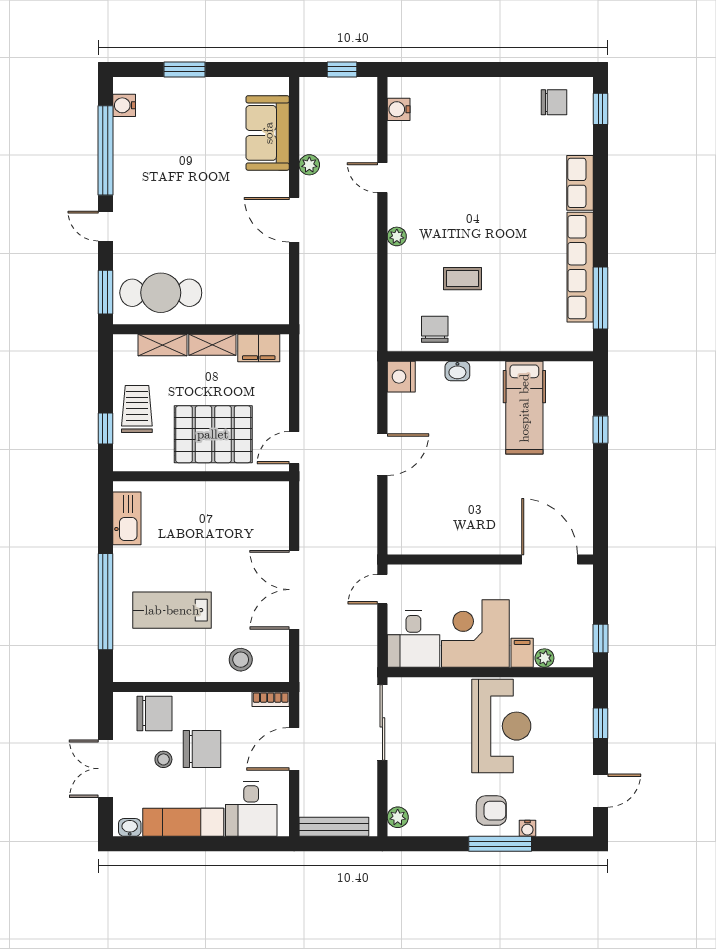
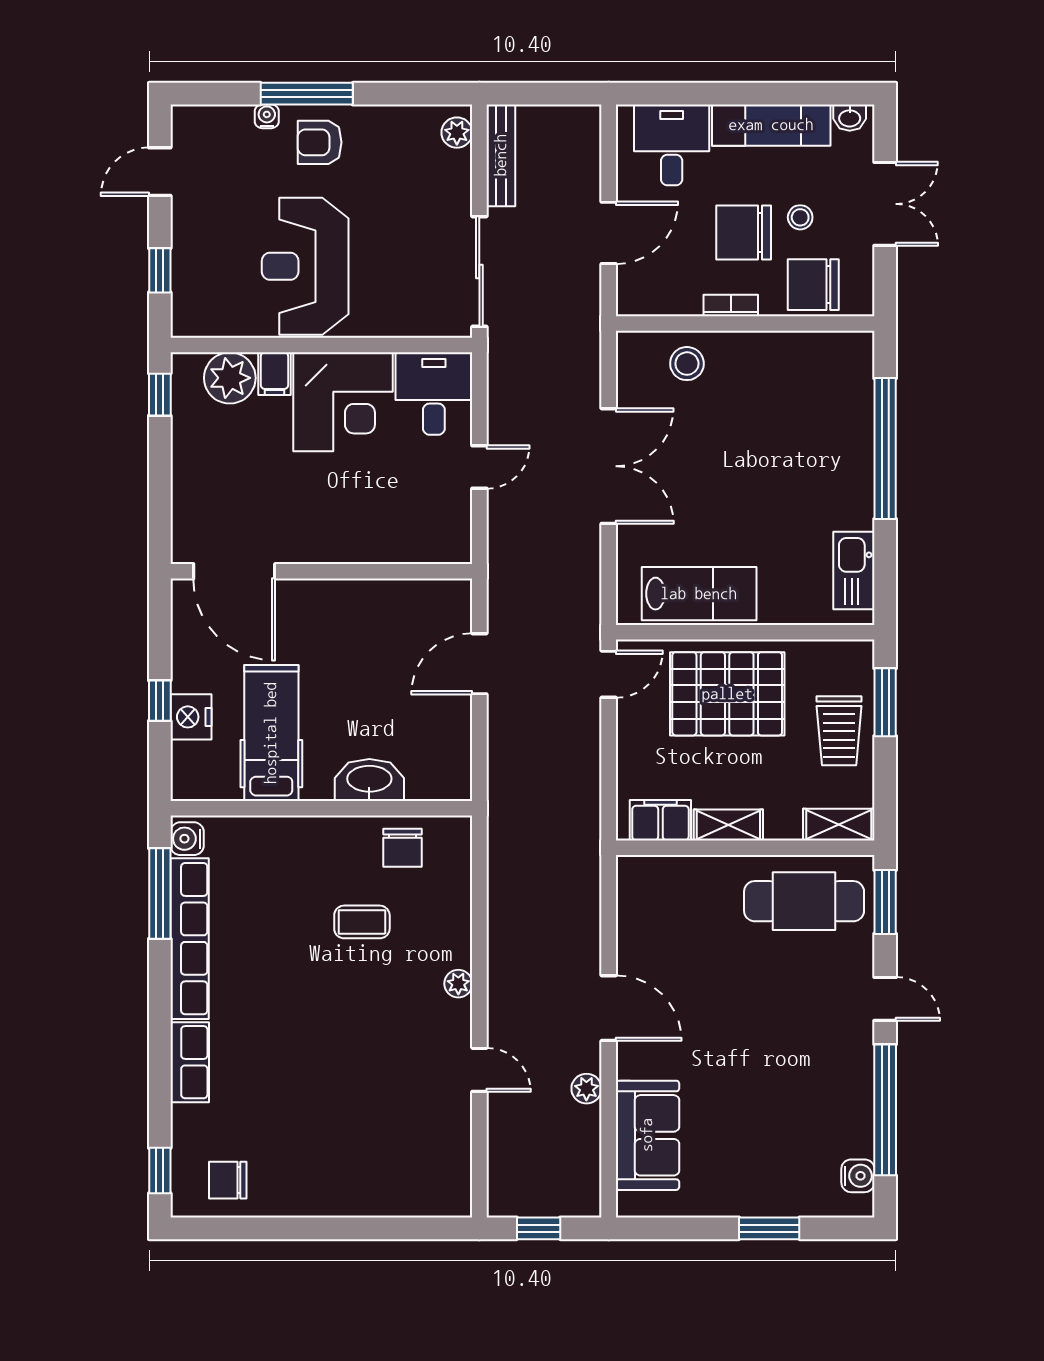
water cooler: (399, 109) -> (187, 839), moved, turned 180
shelving: (163, 345) -> (839, 825), moved
washbasin: (457, 371) -> (369, 780), width x1.91, depth x1.45
nightstand: (401, 377) -> (191, 717), moved, turned 180
window: (105, 429) -> (885, 702), width x1.50
wall: (490, 560) -> (321, 571), moved
door: (550, 560) -> (234, 571), moved
lab bench: (172, 610) -> (699, 594), moved
plant: (544, 658) -> (230, 378), width x1.87, depth x1.87
bookcase: (271, 699) -> (731, 305), moved
bench: (334, 827) -> (501, 155), moved, turned 90

